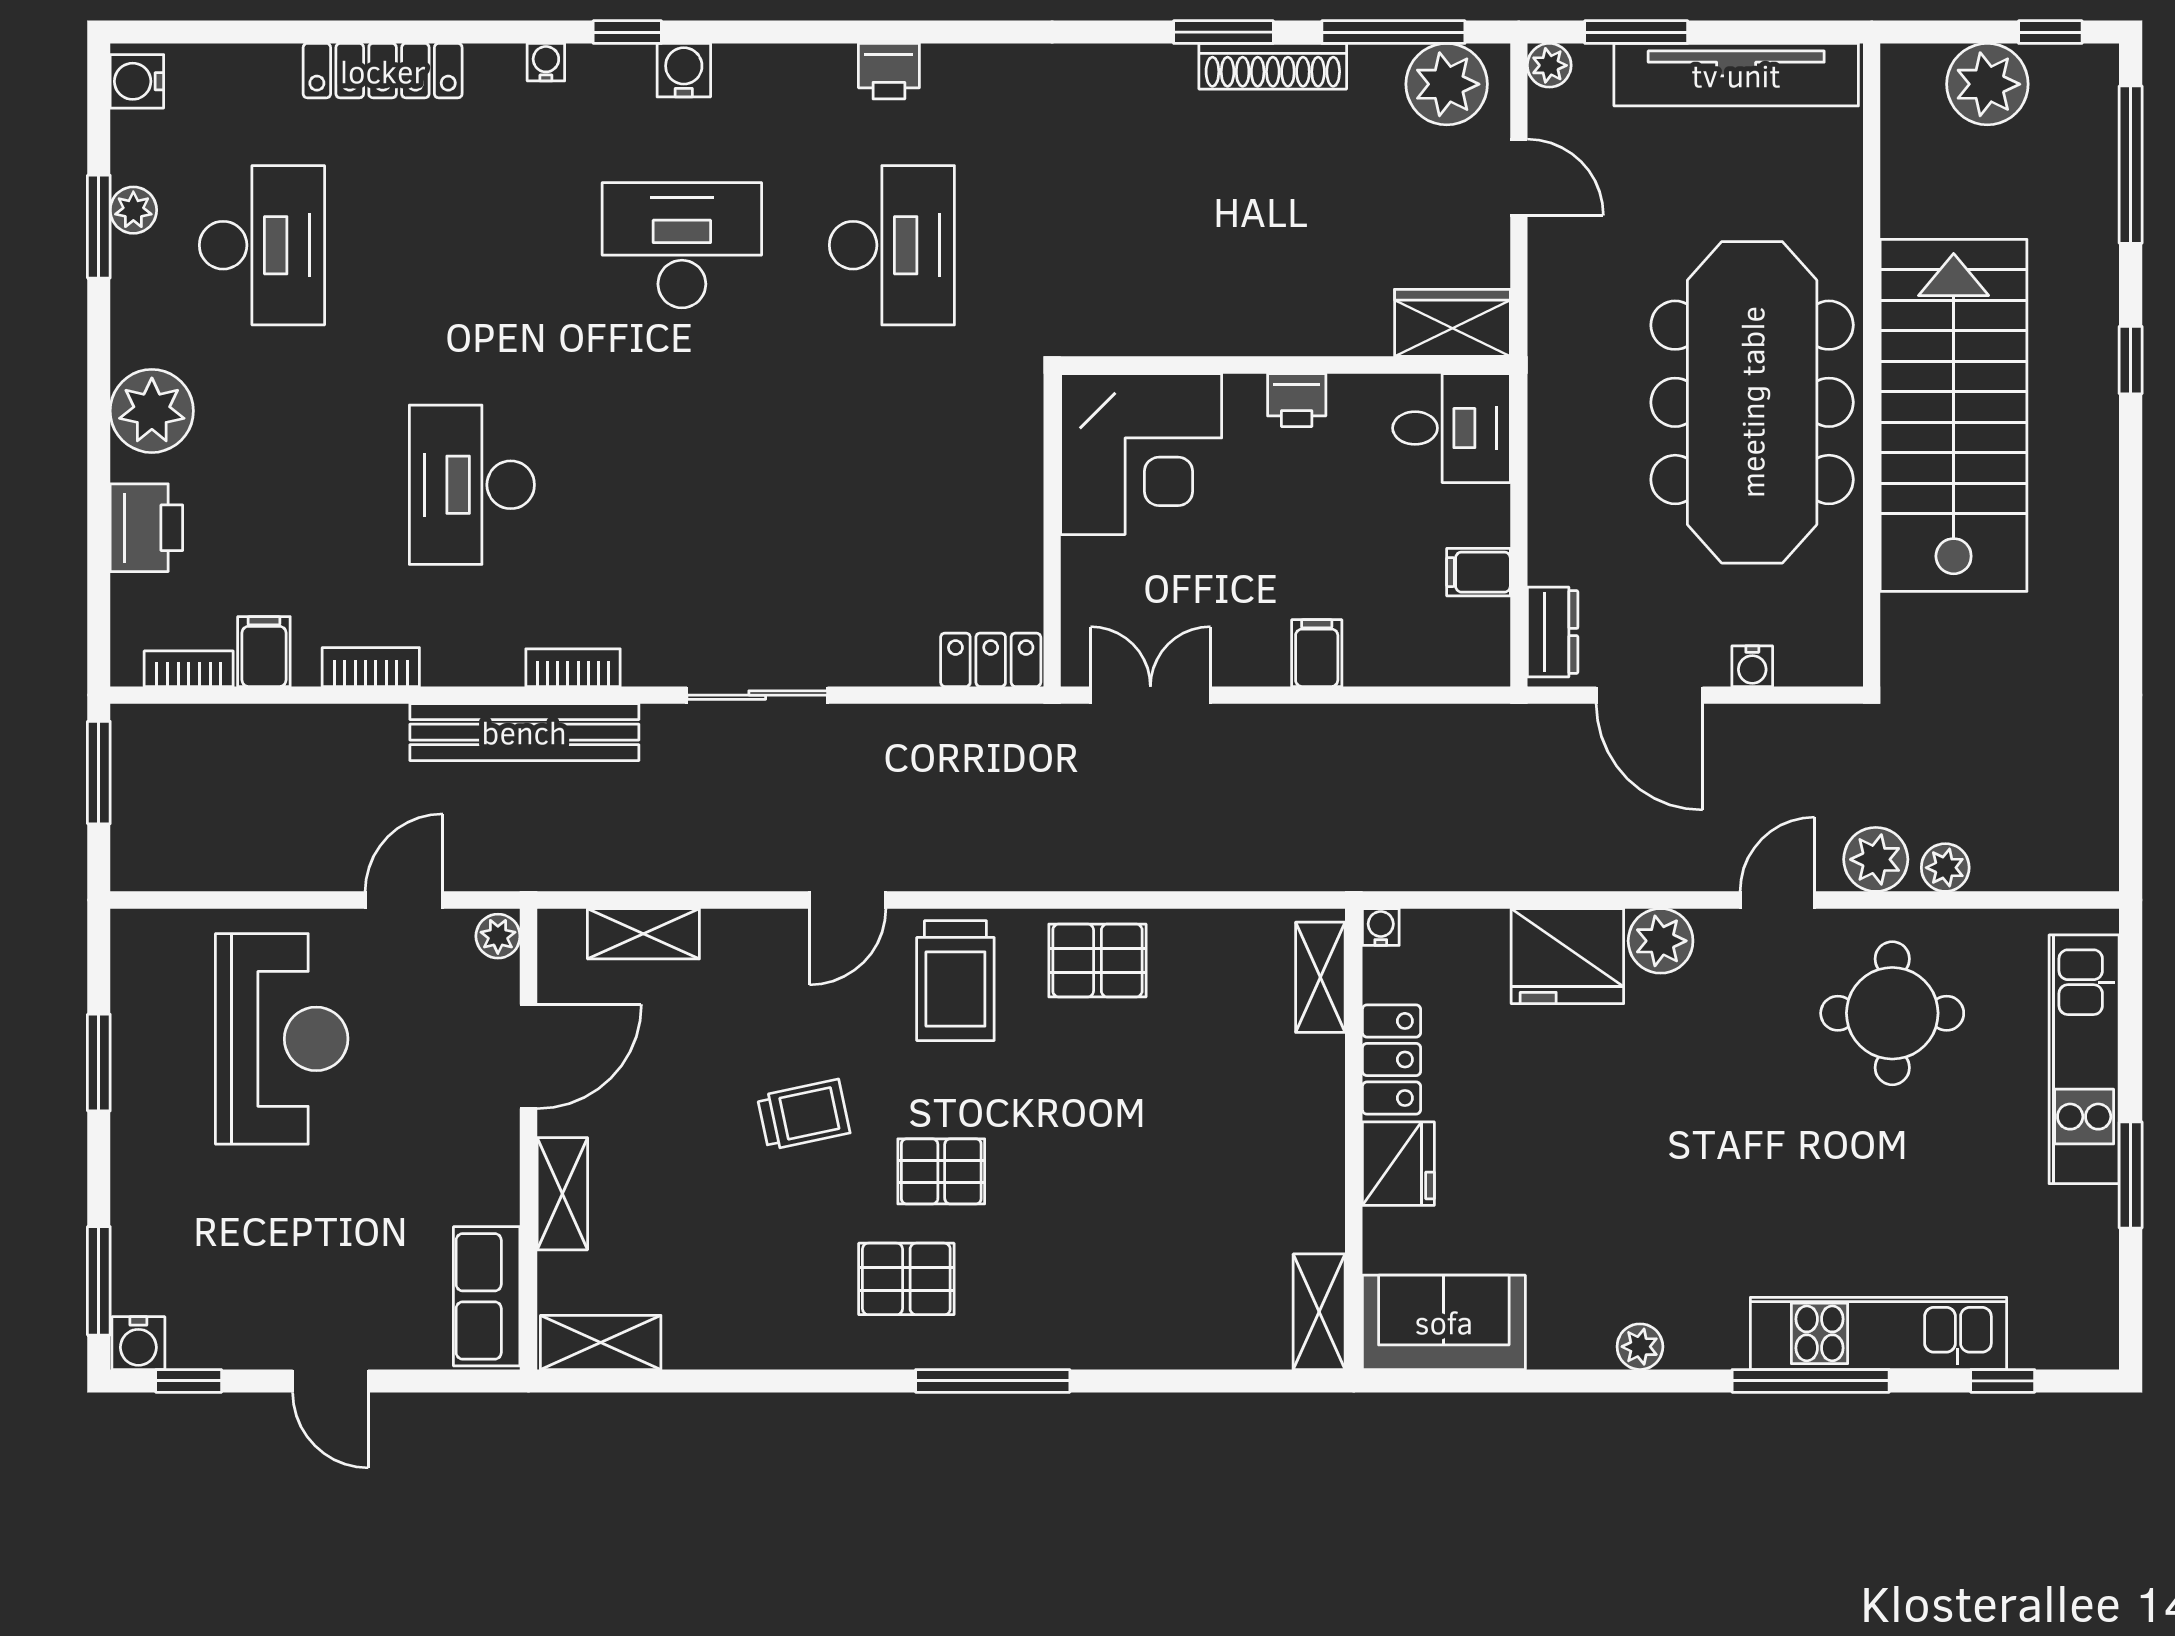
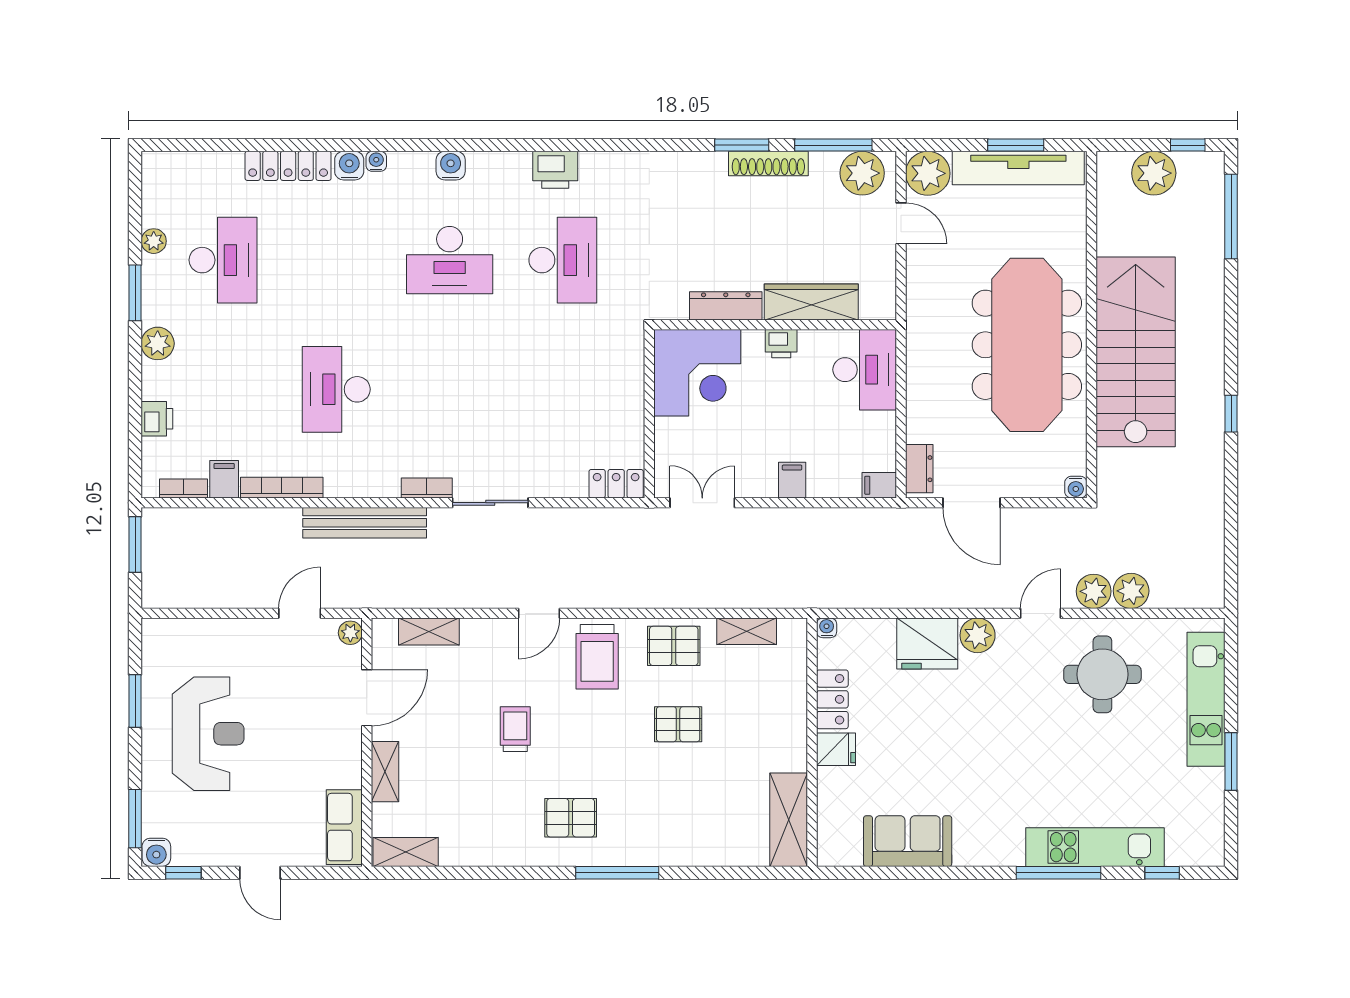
window: (627, 32) -> (420, 145), removed
window: (1636, 32) -> (1016, 145), moved
plant: (1549, 65) -> (928, 173), width x1.88, depth x1.88
printer: (889, 71) -> (555, 170), width x1.36, depth x1.24
water cooler: (137, 81) -> (349, 166), moved, turned 90
window: (99, 227) -> (135, 293), moved
desk: (682, 245) -> (450, 260), turned 180
wardrobe: (1452, 323) -> (811, 302), moved, width x1.50
dresser: (1194, 330) -> (726, 306), added
window: (2131, 360) -> (1231, 414), moved
plant: (152, 411) -> (158, 343), width x0.73, depth x0.73
desk: (1451, 428) -> (865, 370), width x1.37
printer: (146, 528) -> (157, 419), width x0.73, depth x0.81
filing cabinet: (1478, 572) -> (879, 485), moved
water cooler: (1752, 666) -> (1076, 487), moved
bookcase: (371, 667) -> (282, 488), width x1.56
bookcase: (573, 668) -> (427, 488), moved
plant: (1945, 868) -> (1131, 591), width x1.38, depth x1.38
shelving: (1320, 977) -> (747, 631), moved, turned 90
reception desk: (282, 1039) -> (208, 734), moved
trolley: (804, 1115) -> (515, 729), turned -78
fridge: (1398, 1164) -> (836, 749), width x0.72
pallet: (941, 1171) -> (678, 724), moved
shelving: (1319, 1312) -> (789, 820), width x1.50, depth x1.33
sofa: (1444, 1322) -> (908, 841), moved
plant: (1640, 1347) -> (966, 854), removed

